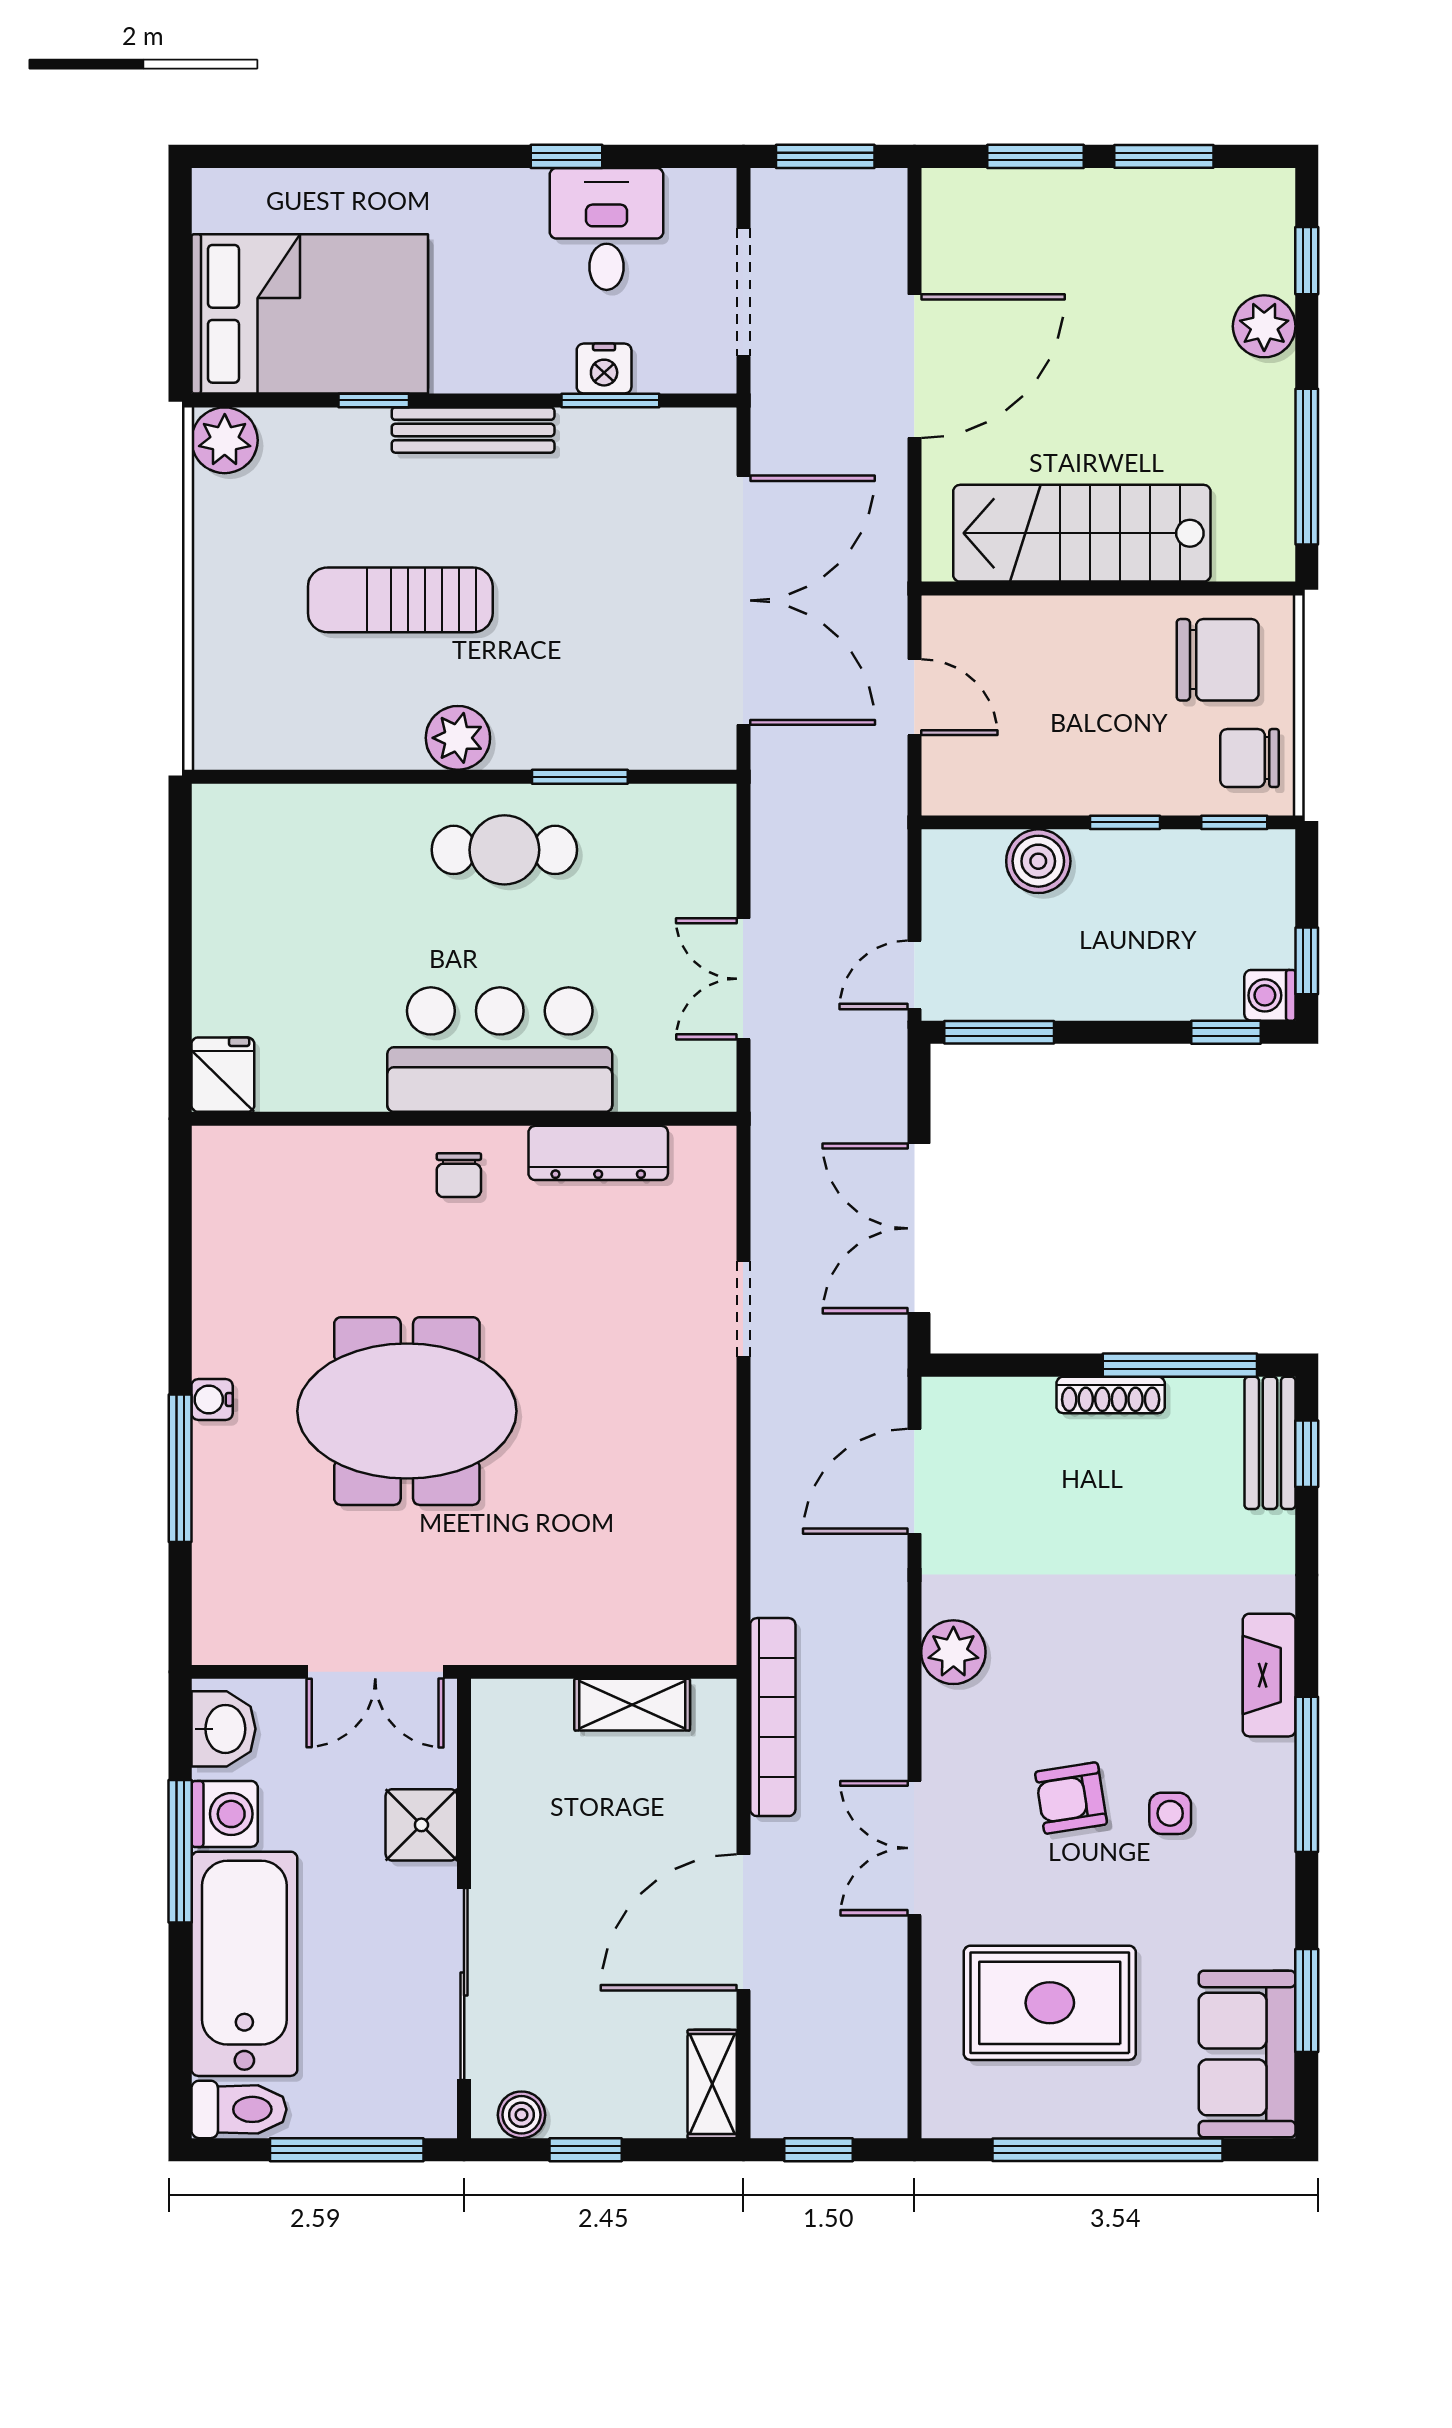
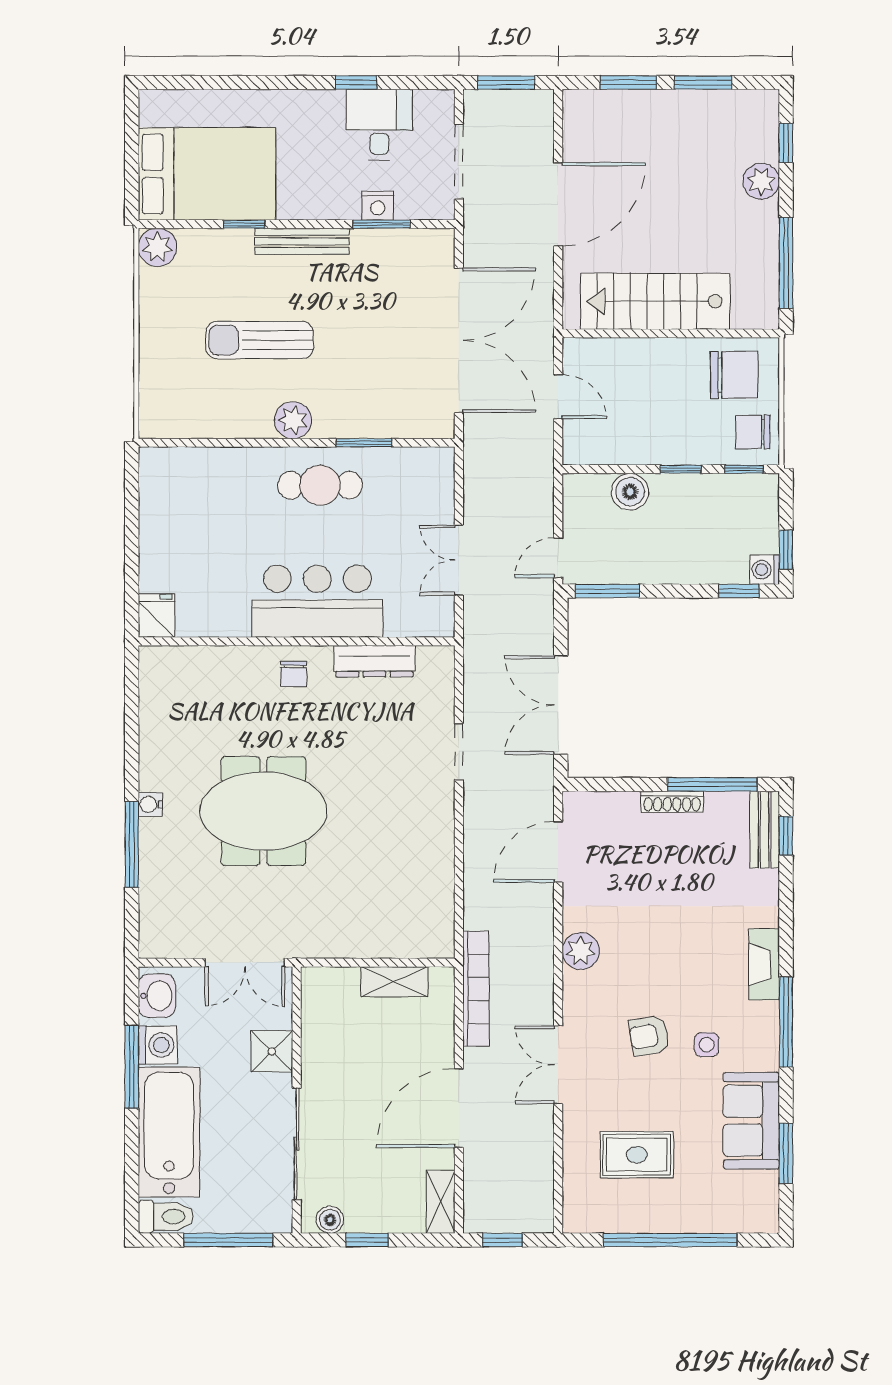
rug: (1050, 2003) -> (637, 1155), width x0.73, depth x0.70
sofa: (1247, 2054) -> (751, 1121), moved

